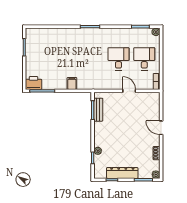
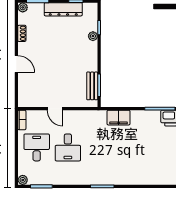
desk: (144, 59) -> (37, 147), turned 180
filing cabinet: (72, 83) -> (119, 118), width x2.00

